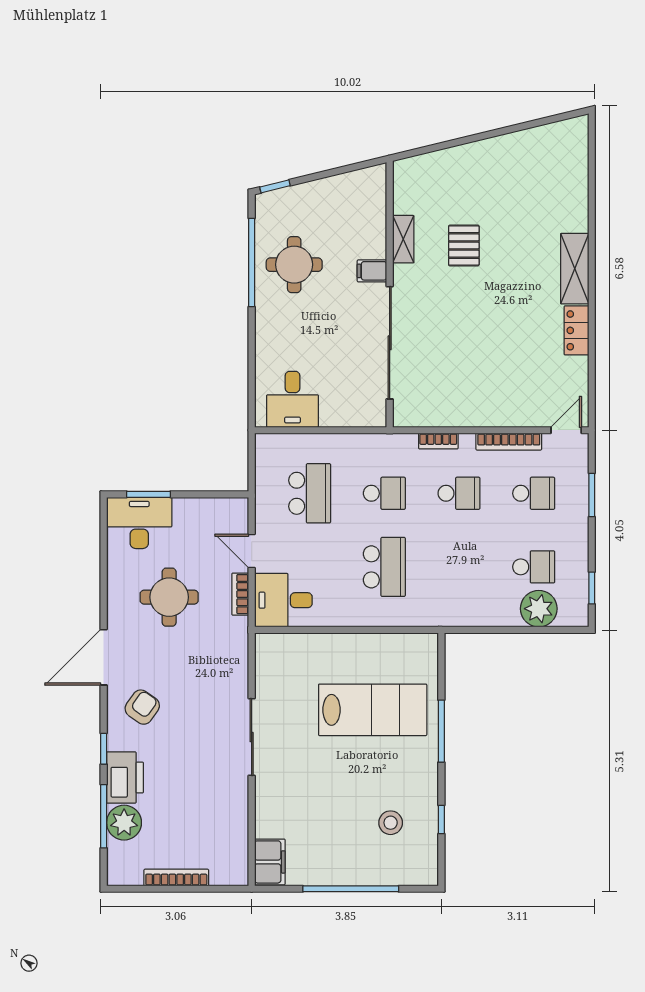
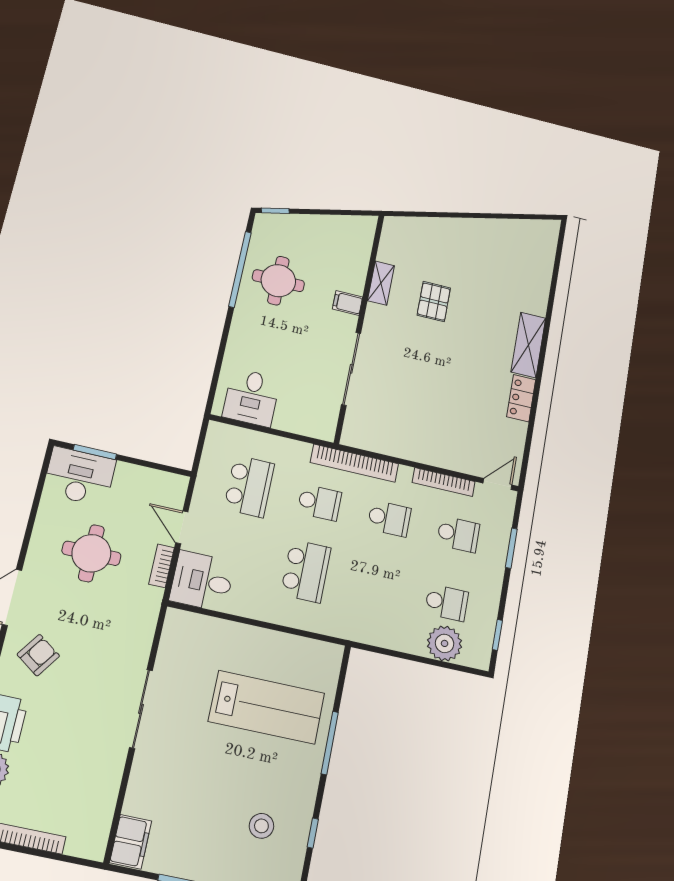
sliding door: (390, 343) -> (351, 369), width x0.73
bookcase: (438, 441) -> (354, 463), width x2.31, depth x1.31

